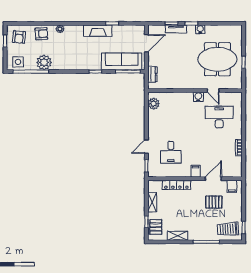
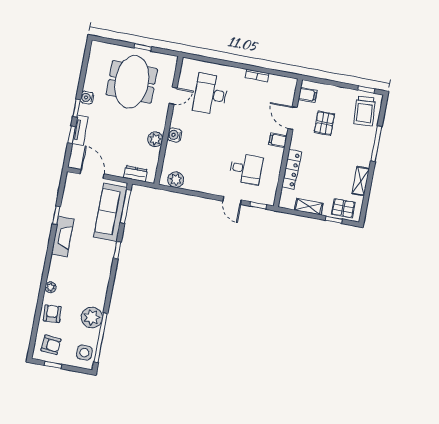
plant: (180, 84) -> (155, 139), added
water cooler: (198, 97) -> (175, 135), moved

